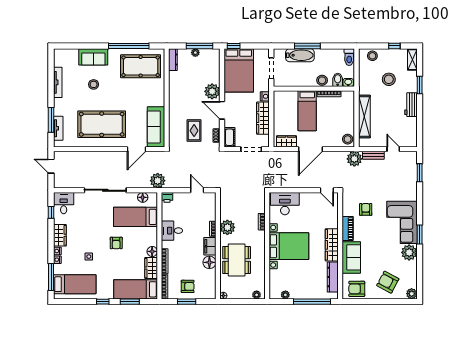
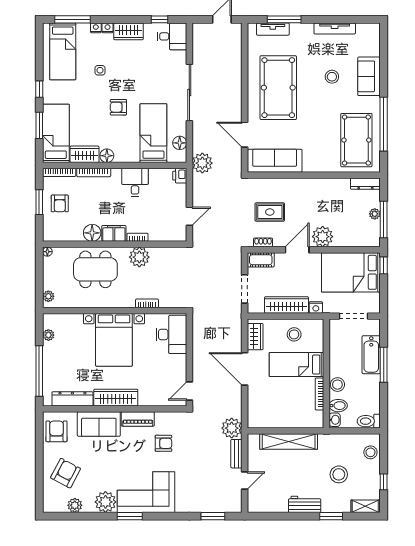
stool: (348, 139) -> (294, 334), moved
plant: (412, 294) -> (75, 505), moved

